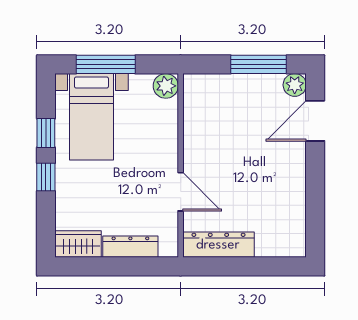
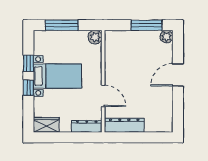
bed with nightstands: (91, 117) -> (57, 76), moved, turned -90
door: (315, 121) -> (178, 75), moved
dresser: (130, 247) -> (87, 126), moved

